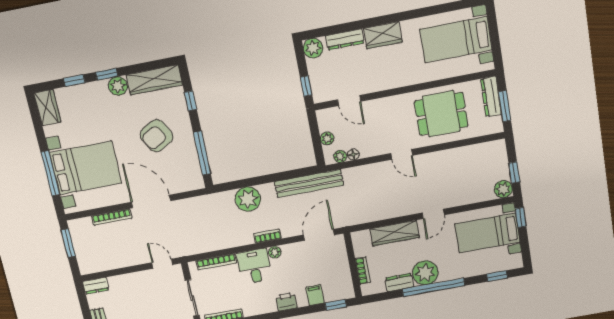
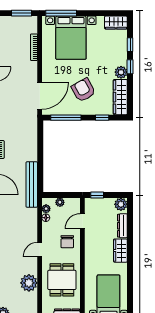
chair: (383, 117) -> (67, 242), added
window: (50, 173) -> (61, 13), moved
plant: (248, 199) -> (29, 283), moved
door: (151, 201) -> (40, 96), moved

